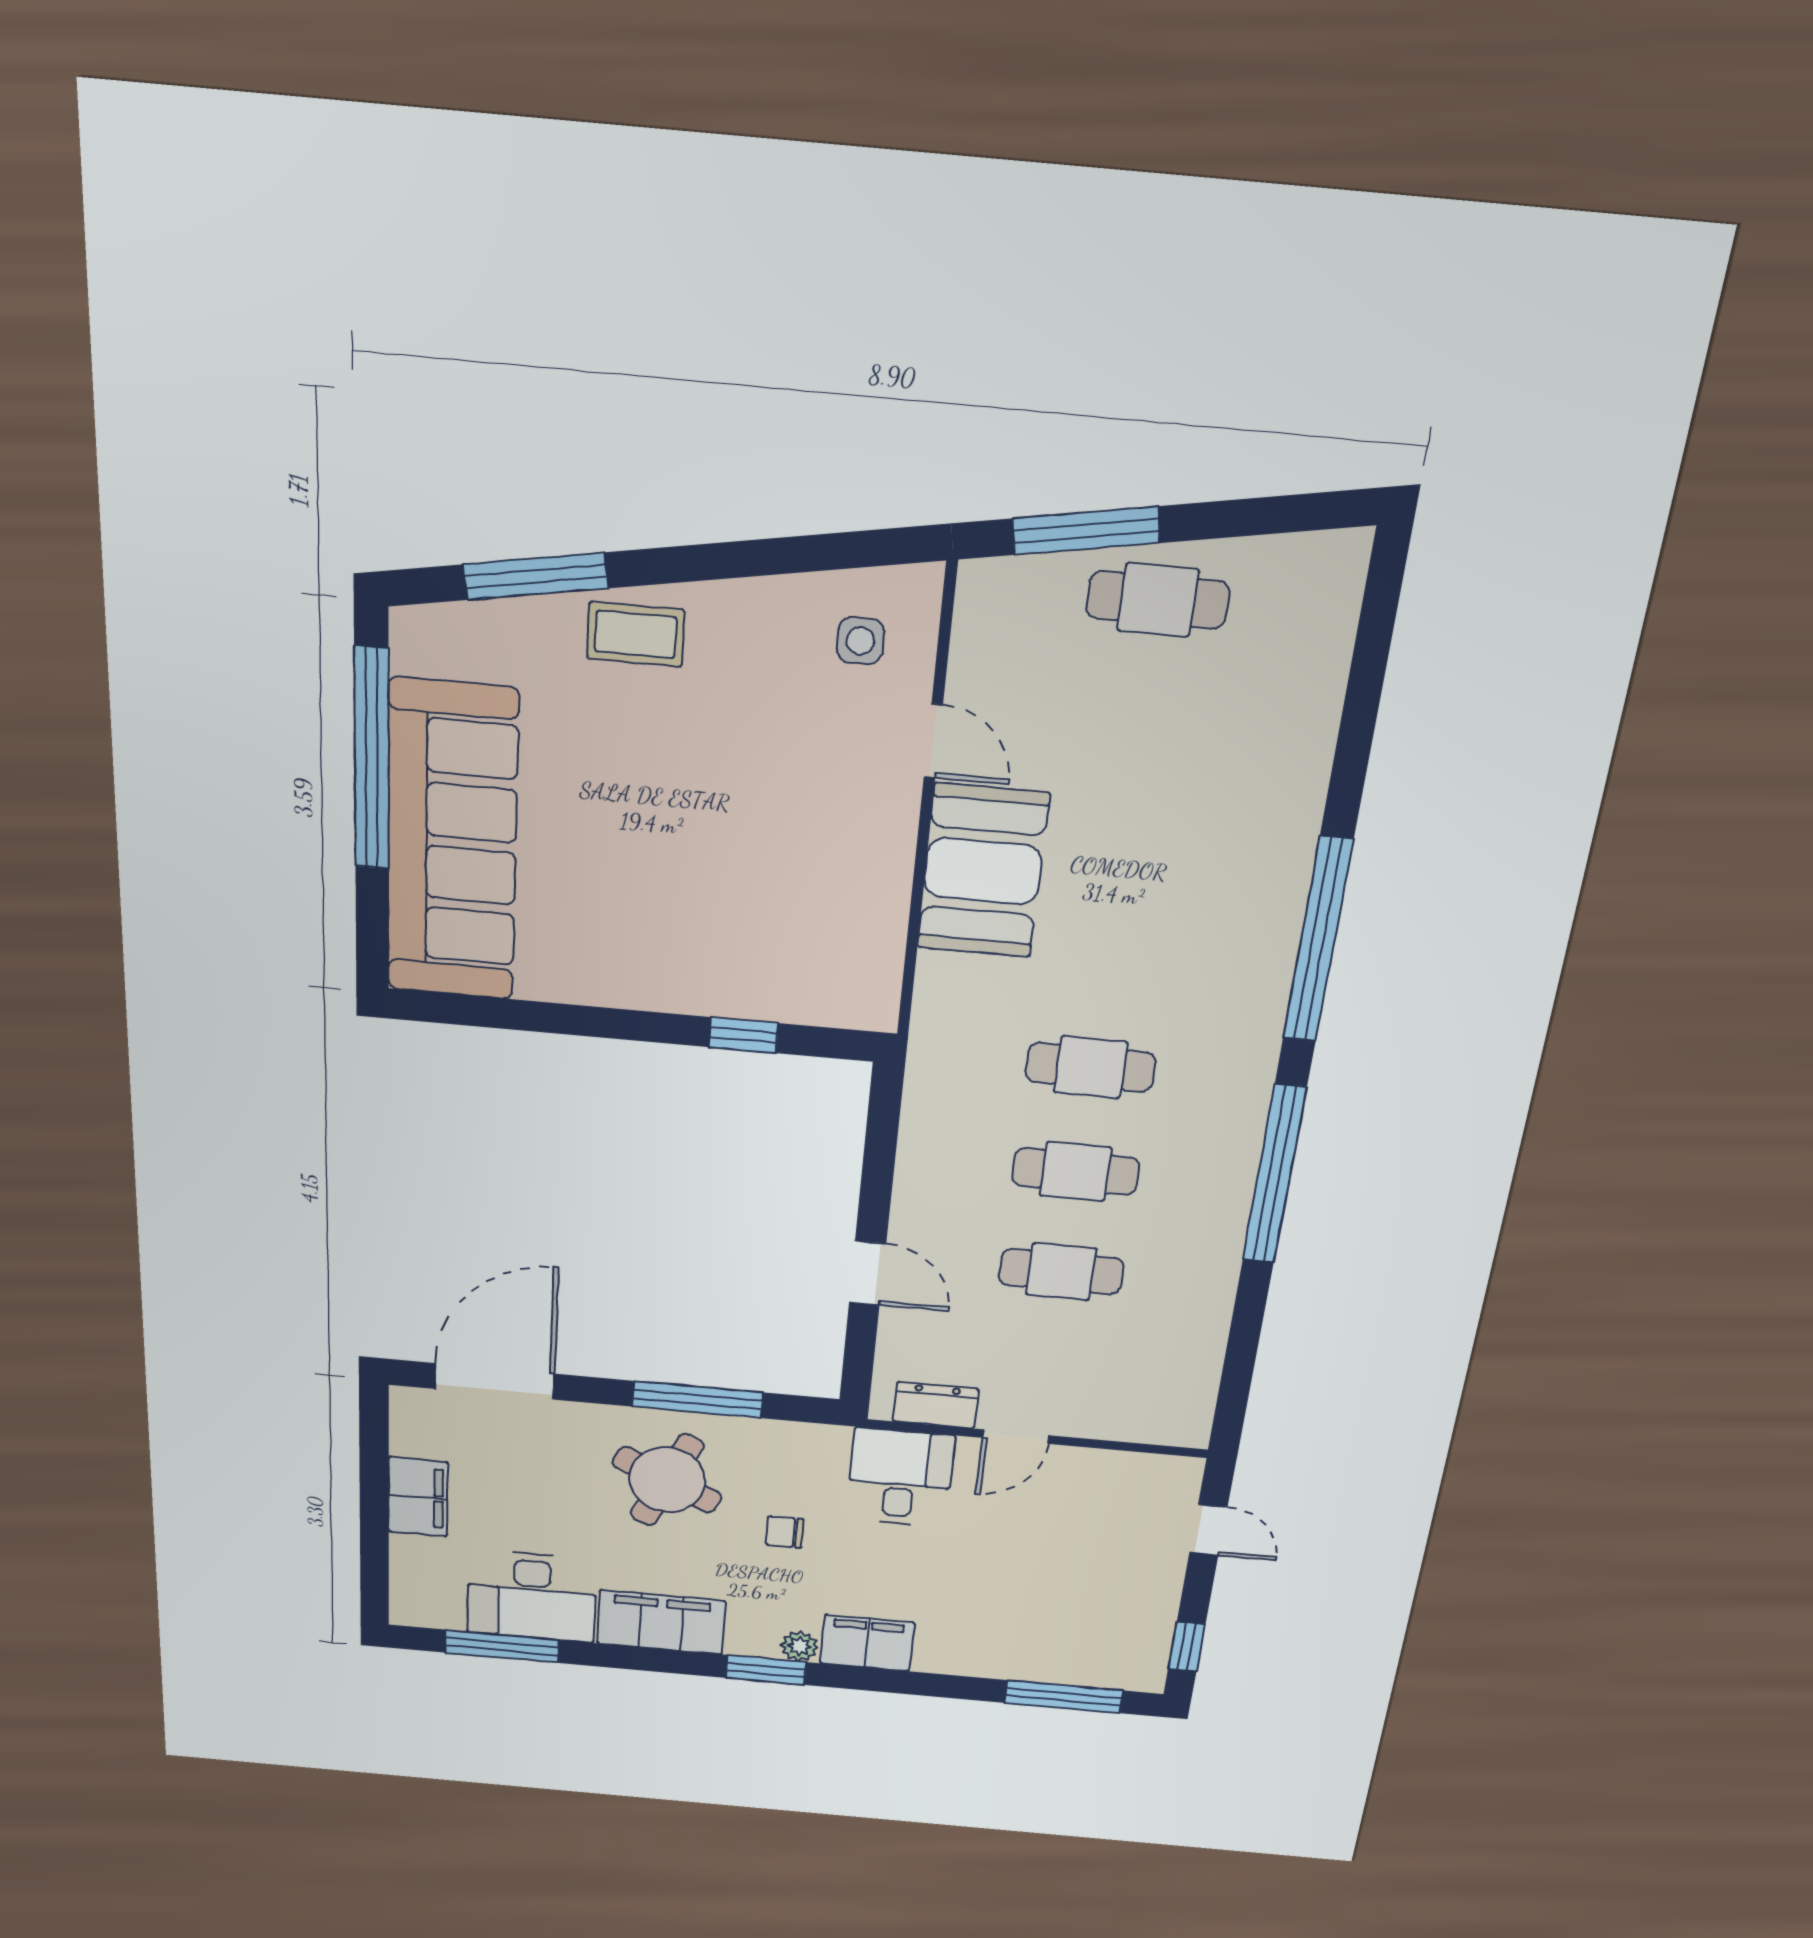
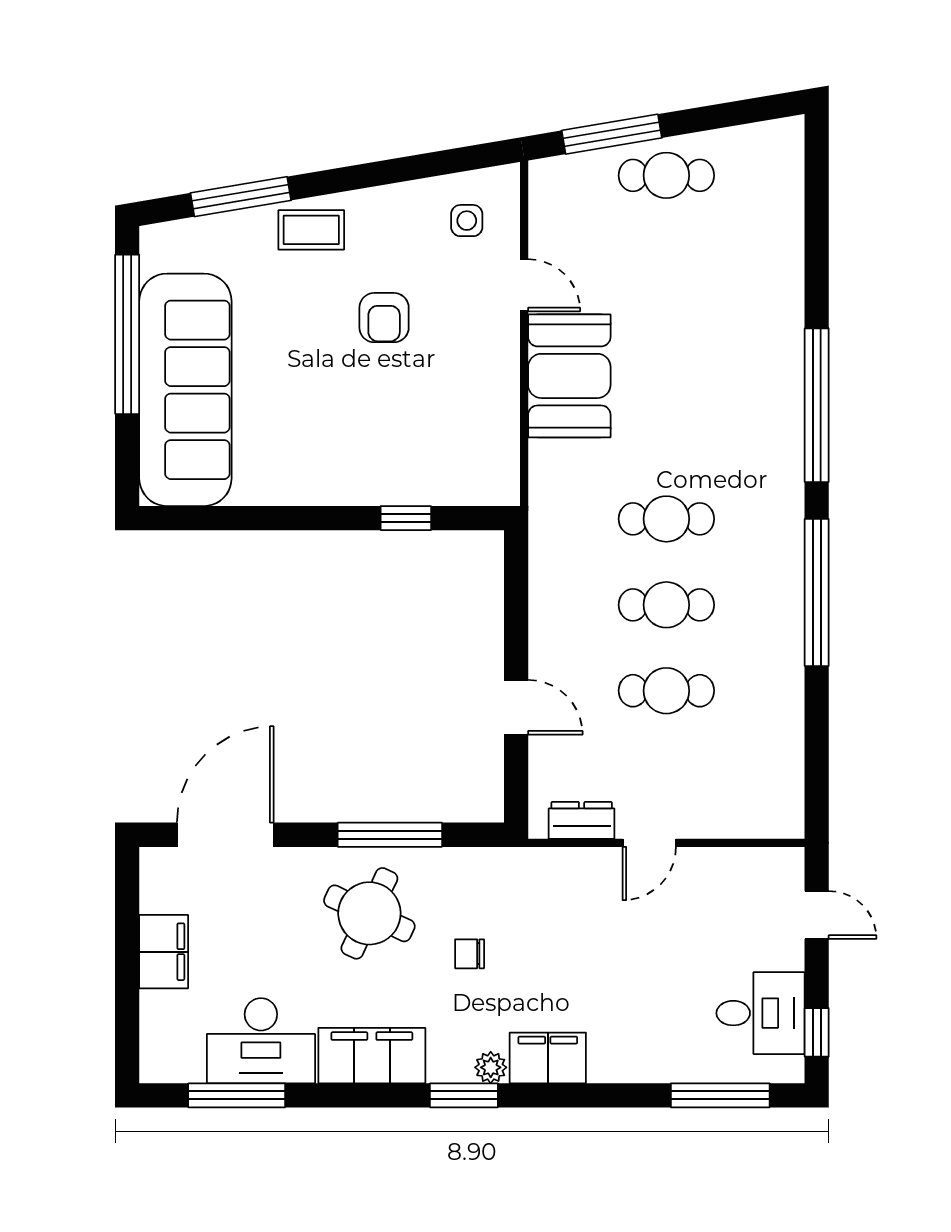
armchair: (732, 768) -> (384, 318), added
desk: (900, 1477) -> (761, 1013), moved, turned 90

